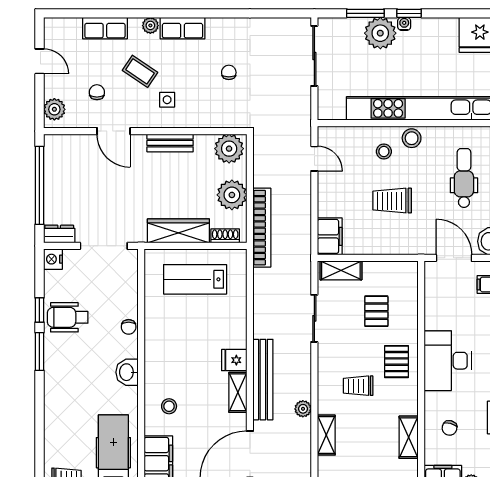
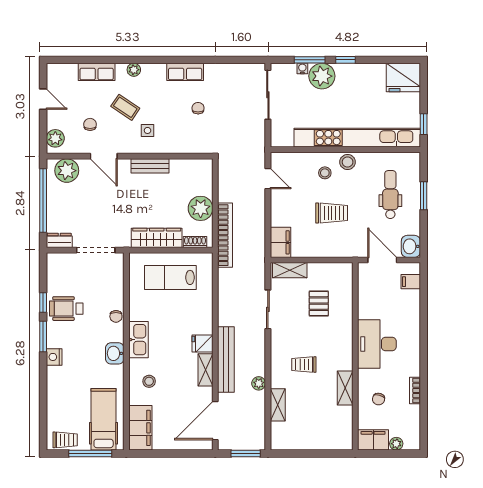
water cooler: (404, 24) -> (302, 68), moved
row of seats: (182, 28) -> (185, 72), moved
plant: (229, 149) -> (67, 171), moved
trolley: (392, 201) -> (332, 213), turned 180
nightstand: (53, 259) -> (54, 357), moved
kitchen sink: (156, 355) -> (138, 340), added
pallet: (396, 362) -> (335, 345), removed
shelving: (409, 437) -> (345, 388), moved

